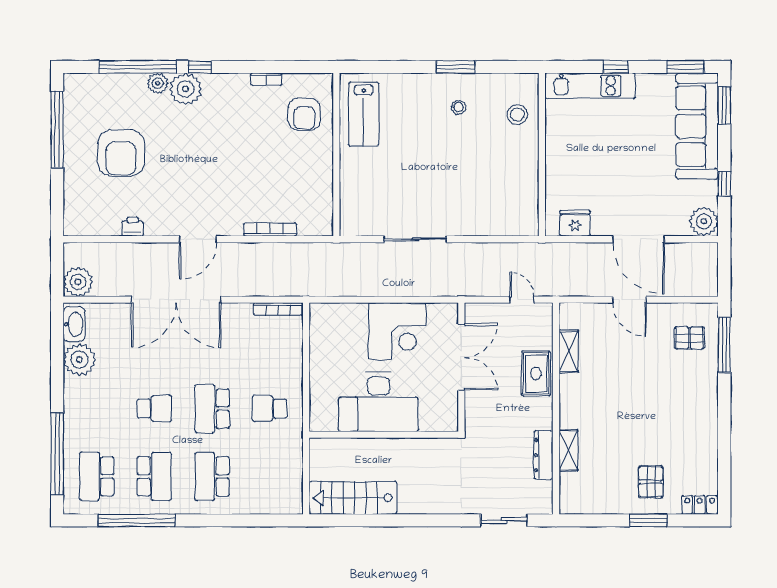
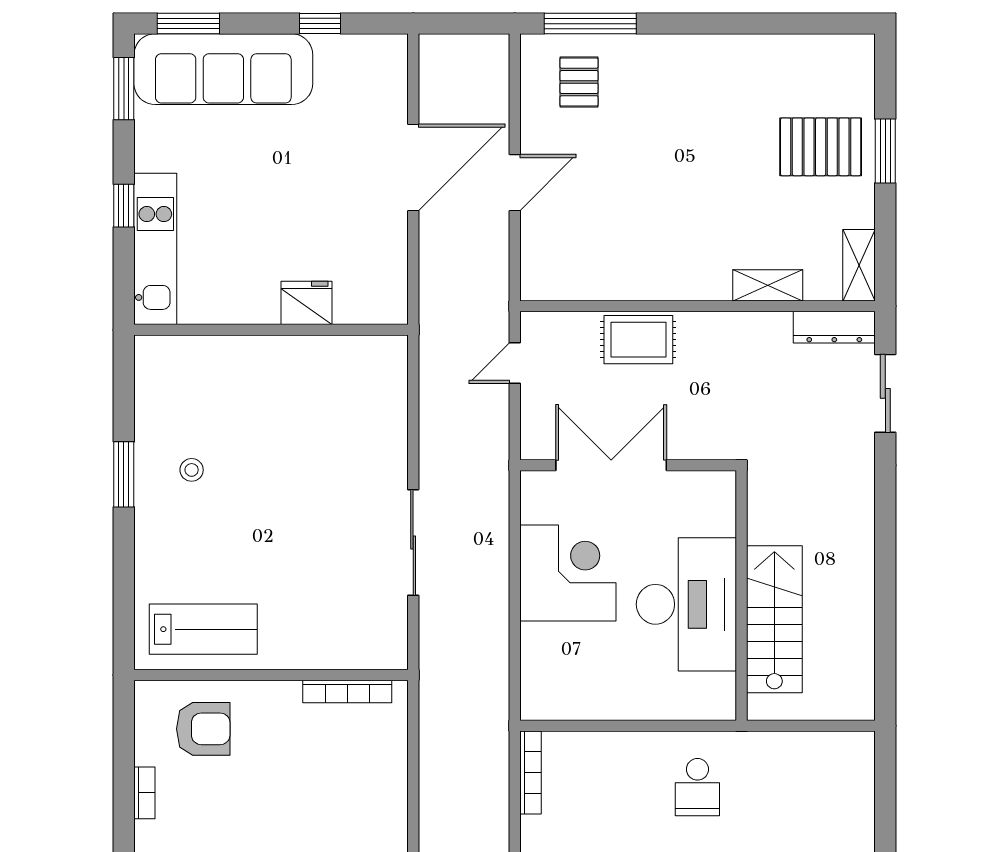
stool: (517, 114) -> (204, 371), removed
plant: (704, 221) -> (383, 58), removed
fridge: (575, 223) -> (307, 303), moved, turned 90
bookcase: (270, 229) -> (347, 691), moved, turned -90
shelving: (569, 351) -> (859, 265), moved, turned 90
dresser: (543, 455) -> (834, 327), moved
pallet: (651, 482) -> (821, 147), width x1.50, depth x1.42
stairs: (353, 498) -> (774, 619), moved, turned 180
locker: (700, 505) -> (859, 65), removed

